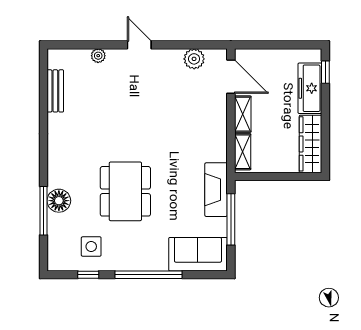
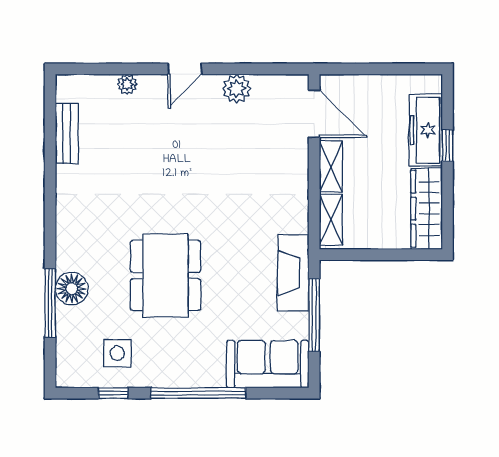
door: (139, 45) -> (185, 69), swing flipped
plant: (194, 59) -> (237, 89), moved
window: (325, 72) -> (447, 146), moved

